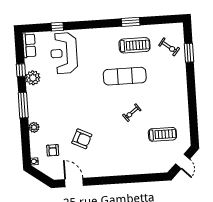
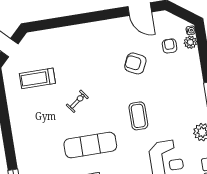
coffee table: (84, 96) -> (138, 116), added
plant: (34, 127) -> (190, 42), moved

